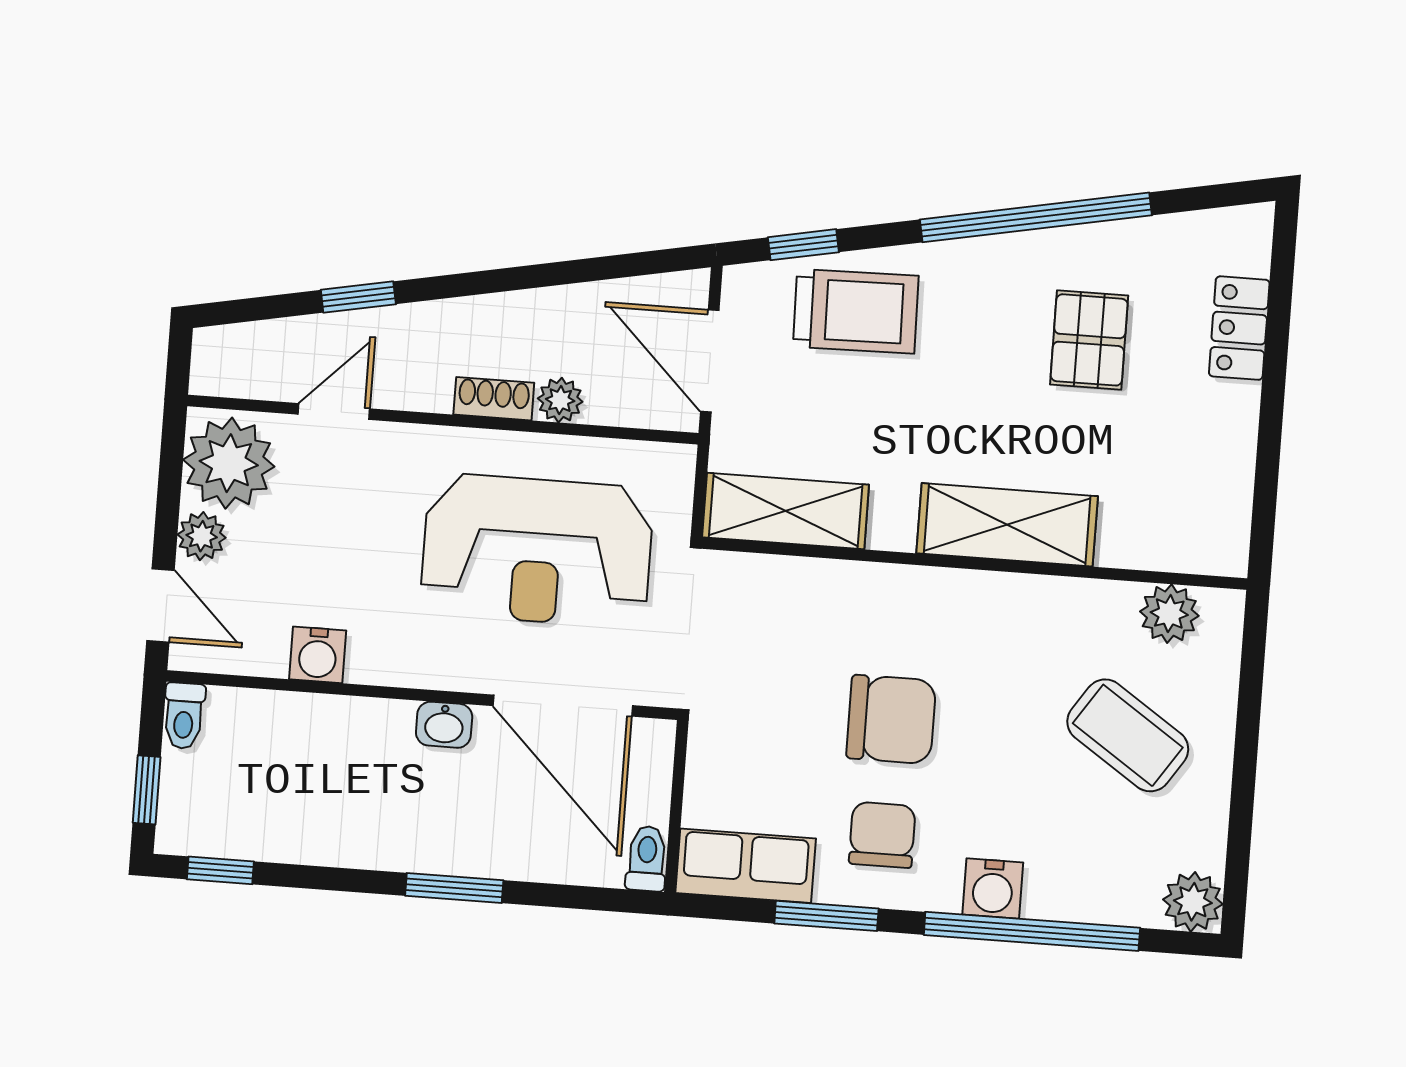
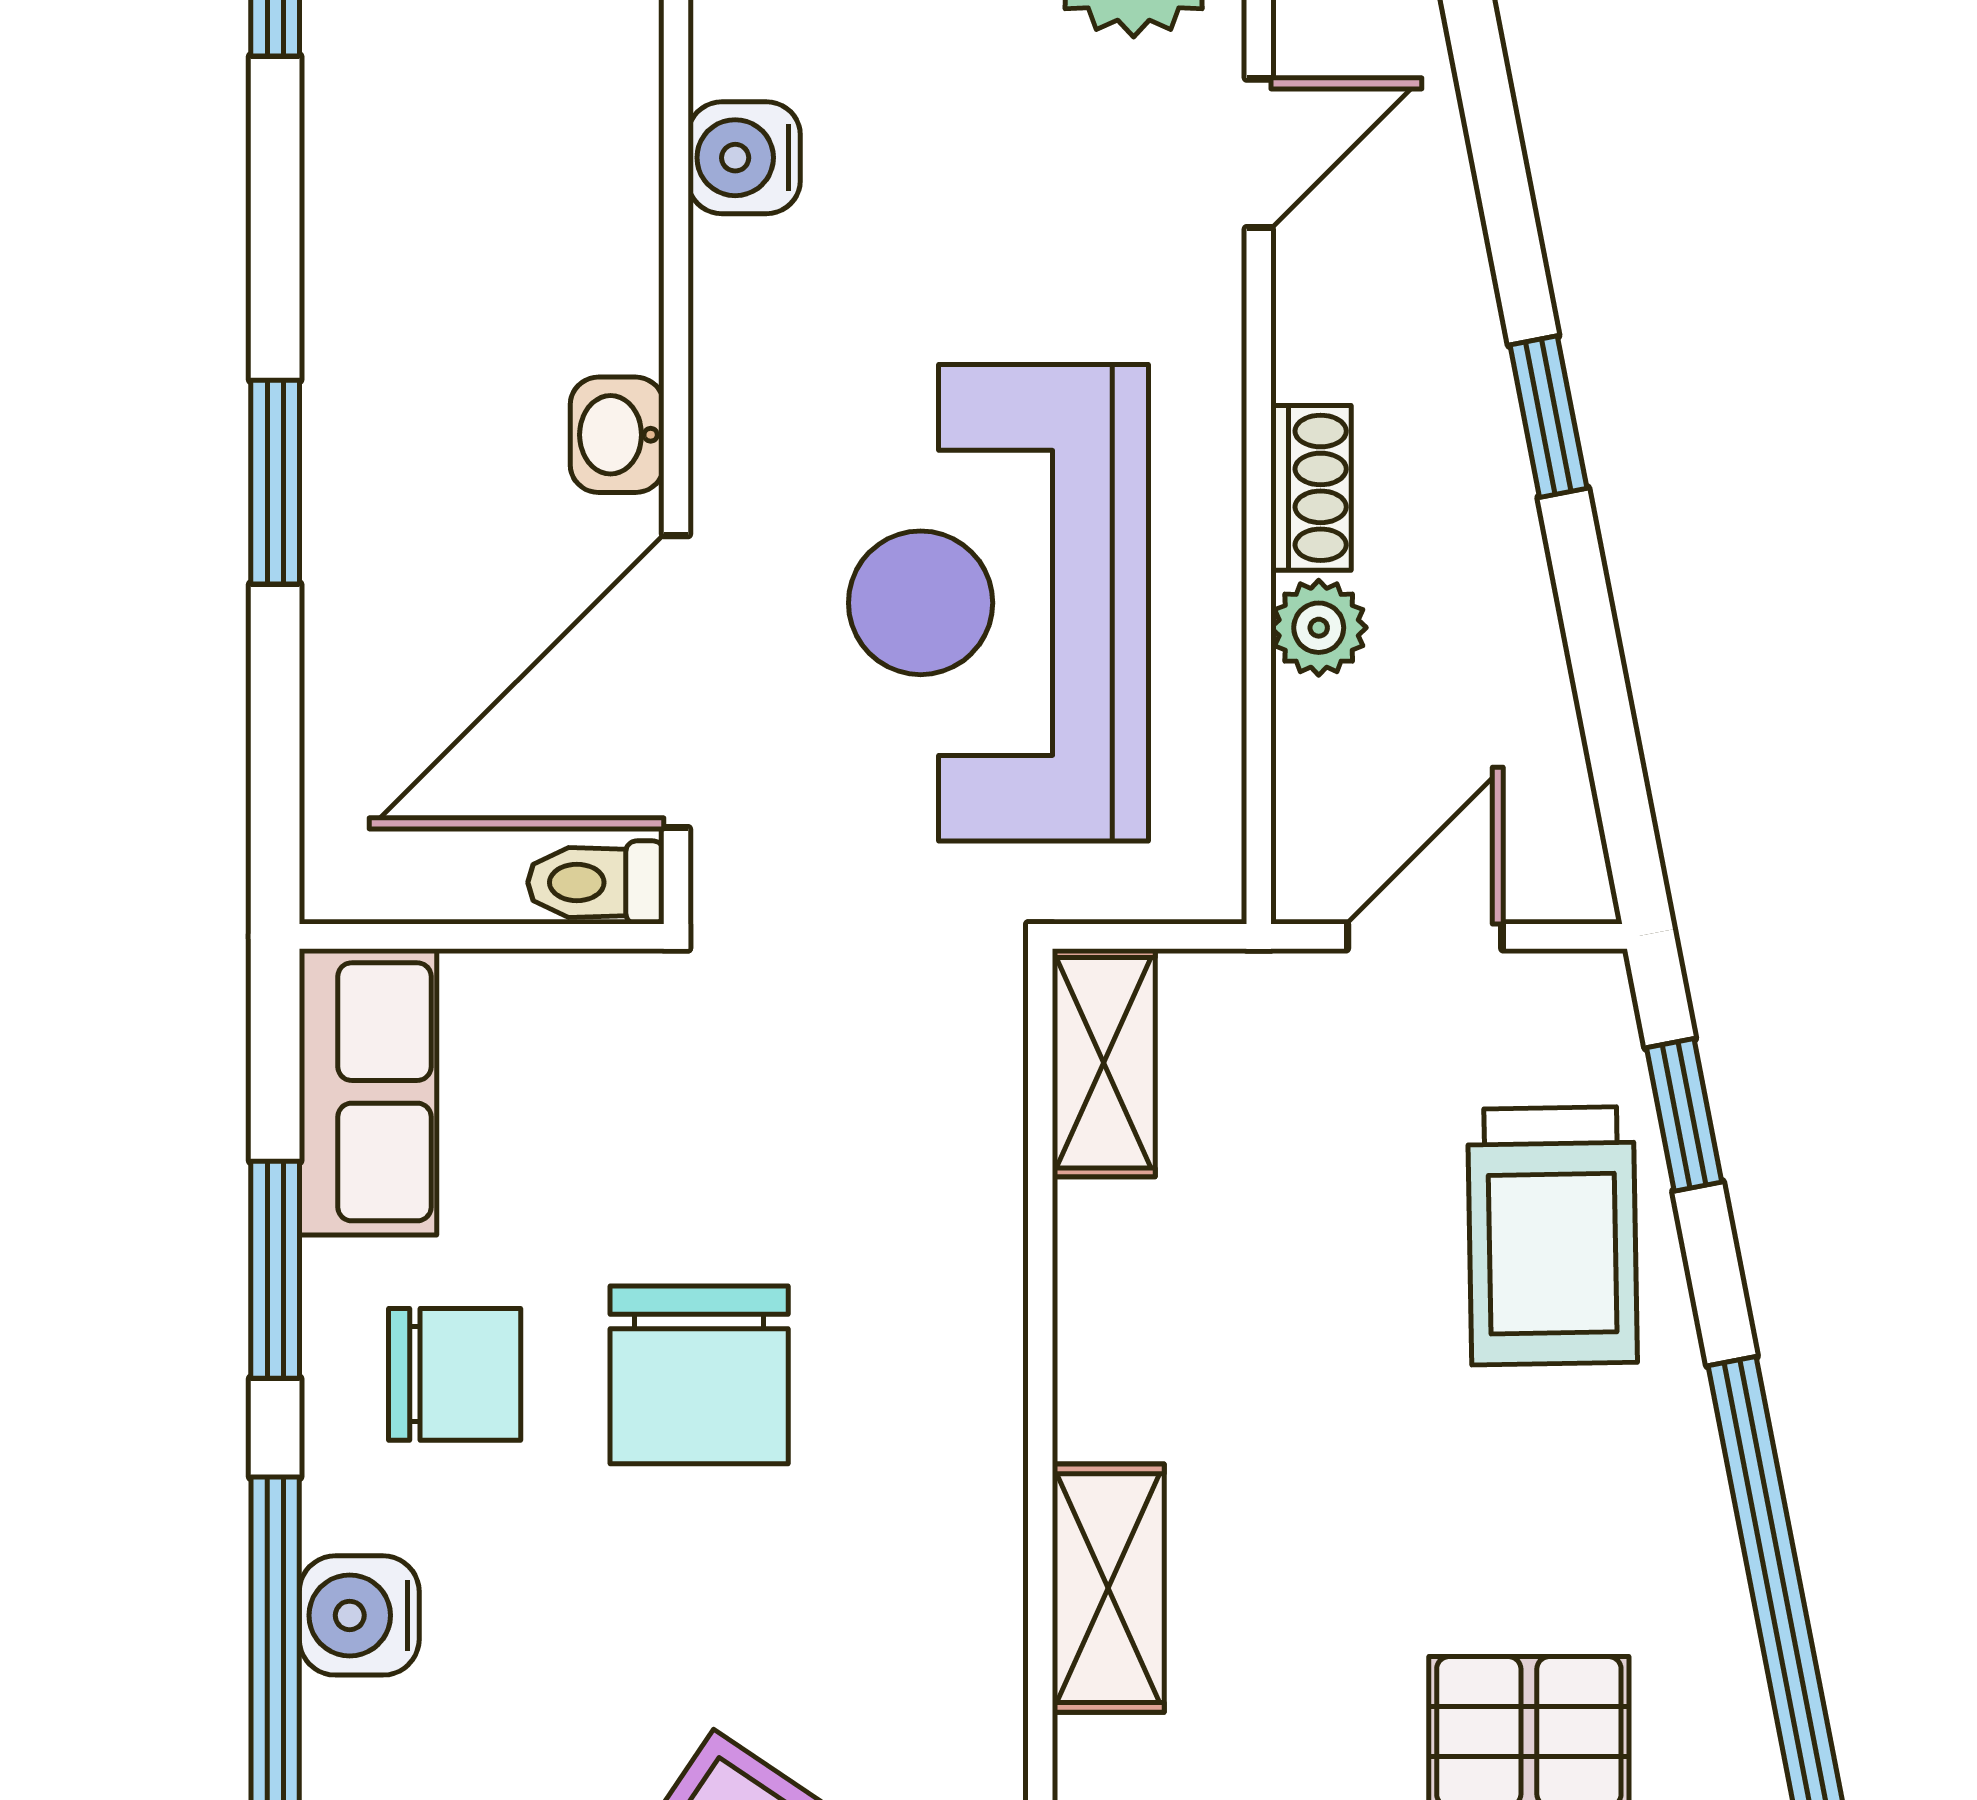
window: (358, 297) -> (1548, 417), moved
door: (710, 361) -> (1425, 936), width x0.73
door: (334, 411) -> (1259, 153), hinge flipped
shelving: (786, 511) -> (1104, 1063), width x0.67, depth x0.75
shelving: (1007, 525) -> (1108, 1588), width x0.67, depth x0.75
toilet: (647, 859) -> (596, 882), moved, turned 180

